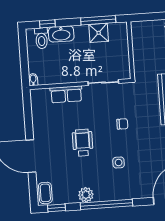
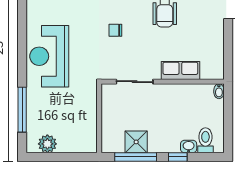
window: (47, 24) -> (178, 157), moved
washbasin: (61, 34) -> (189, 147), width x0.52, depth x0.69

